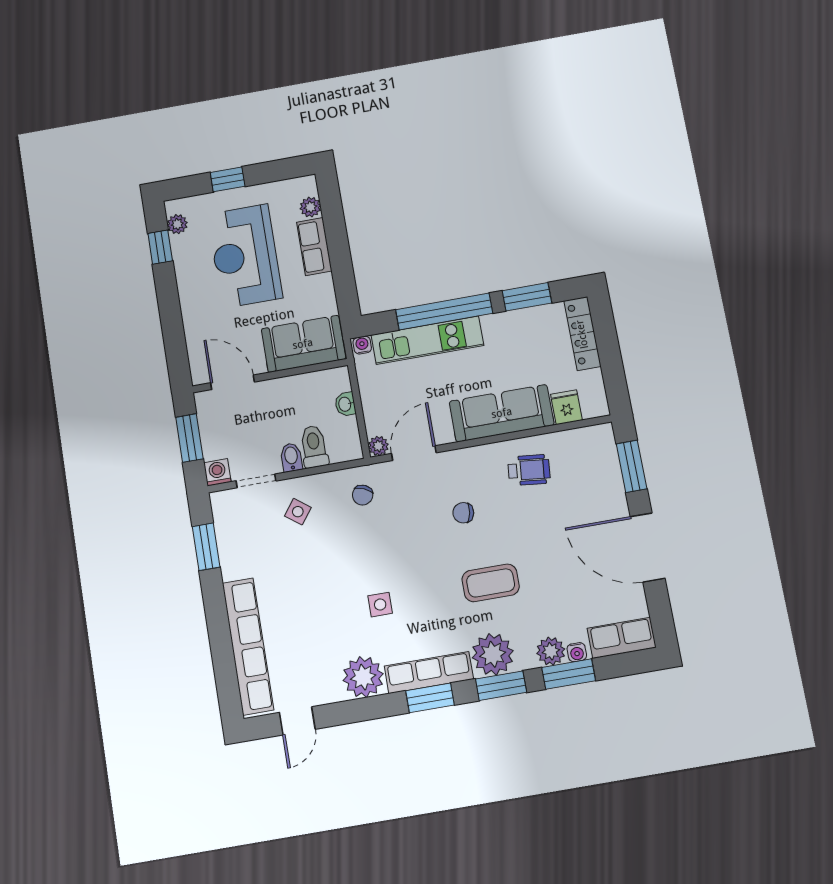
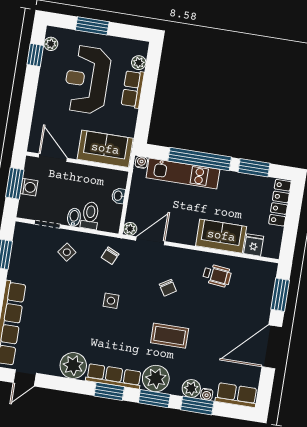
window: (228, 179) -> (92, 26), width x1.50
sofa: (502, 413) -> (221, 236), width x0.73
washing machine: (217, 472) -> (29, 187), moved, turned 90
chair: (463, 513) -> (168, 288), turned -133
door: (648, 547) -> (272, 347), hinge flipped
side table: (380, 605) -> (111, 301), moved

